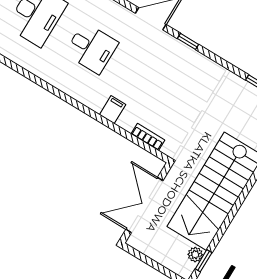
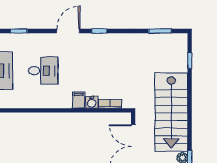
water cooler: (127, 122) -> (92, 102), added

